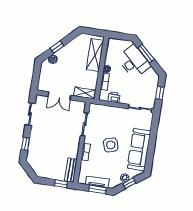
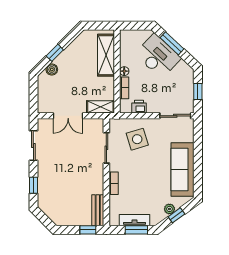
side table: (111, 145) -> (137, 139), moved

